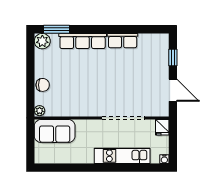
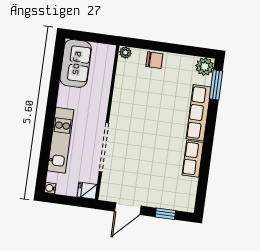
chair: (43, 85) -> (154, 60), turned -90
sofa: (55, 131) -> (76, 63), moved, turned 180

